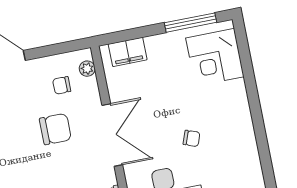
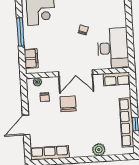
window: (191, 23) -> (20, 32), moved
double door: (112, 135) -> (76, 73), swing flipped

